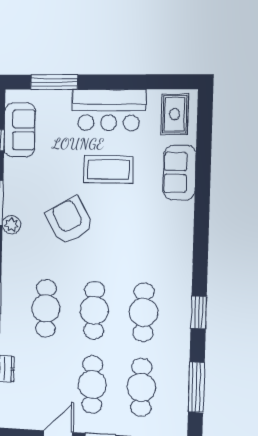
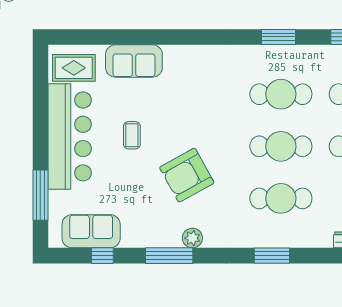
bar counter: (109, 110) -> (70, 136), width x1.36
coffee table: (108, 170) -> (132, 135), width x0.54, depth x0.58

